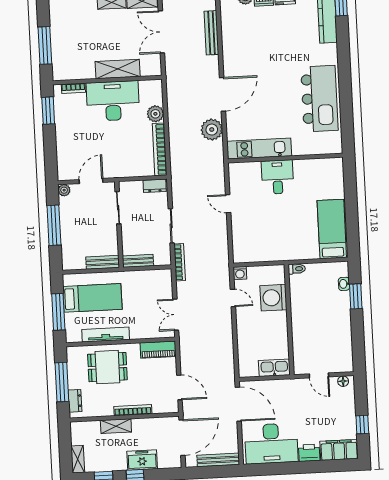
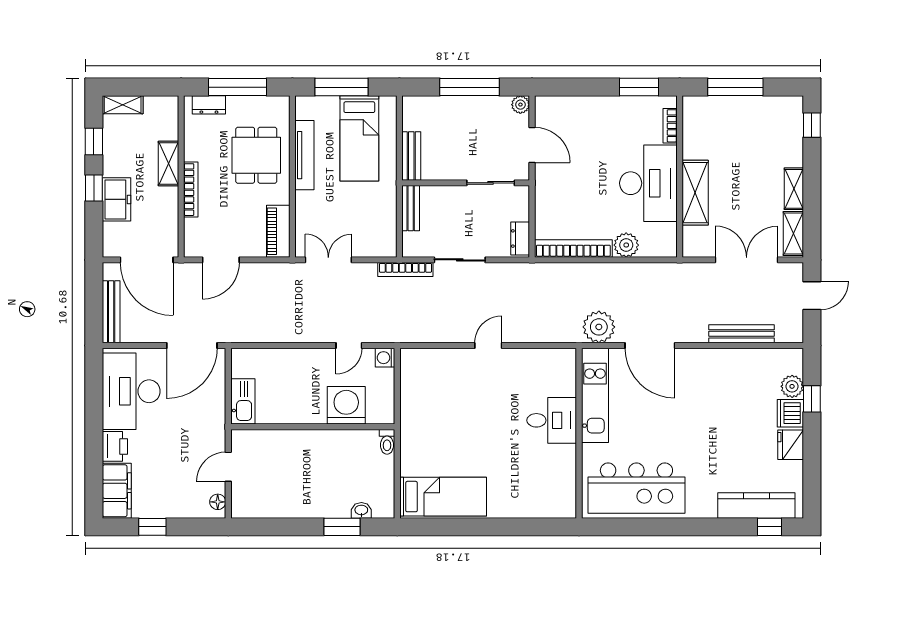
kitchen unit: (259, 149) -> (595, 395), moved
wall: (285, 158) -> (579, 433), moved
desk: (277, 177) -> (552, 420), moved

